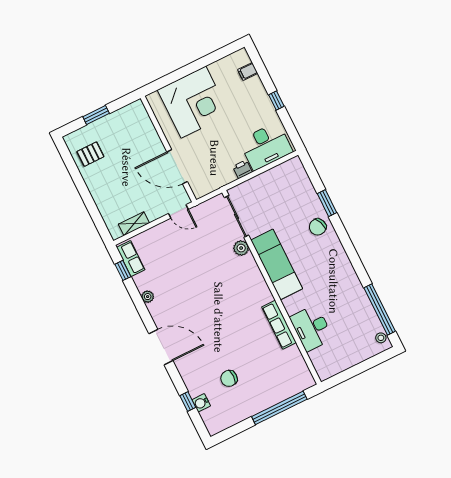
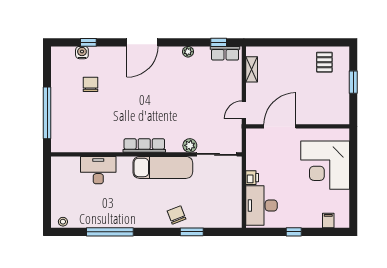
window: (380, 310) -> (110, 232), moved
row of seats: (279, 325) -> (144, 145), moved

